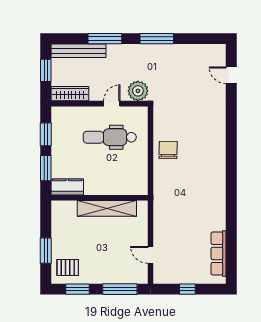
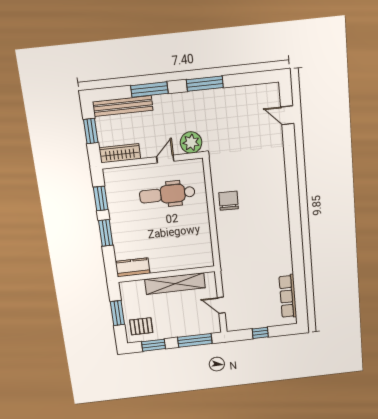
kitchen counter: (67, 187) -> (133, 267), moved
wall: (99, 198) -> (166, 274), moved
shelving: (107, 208) -> (175, 284), moved

